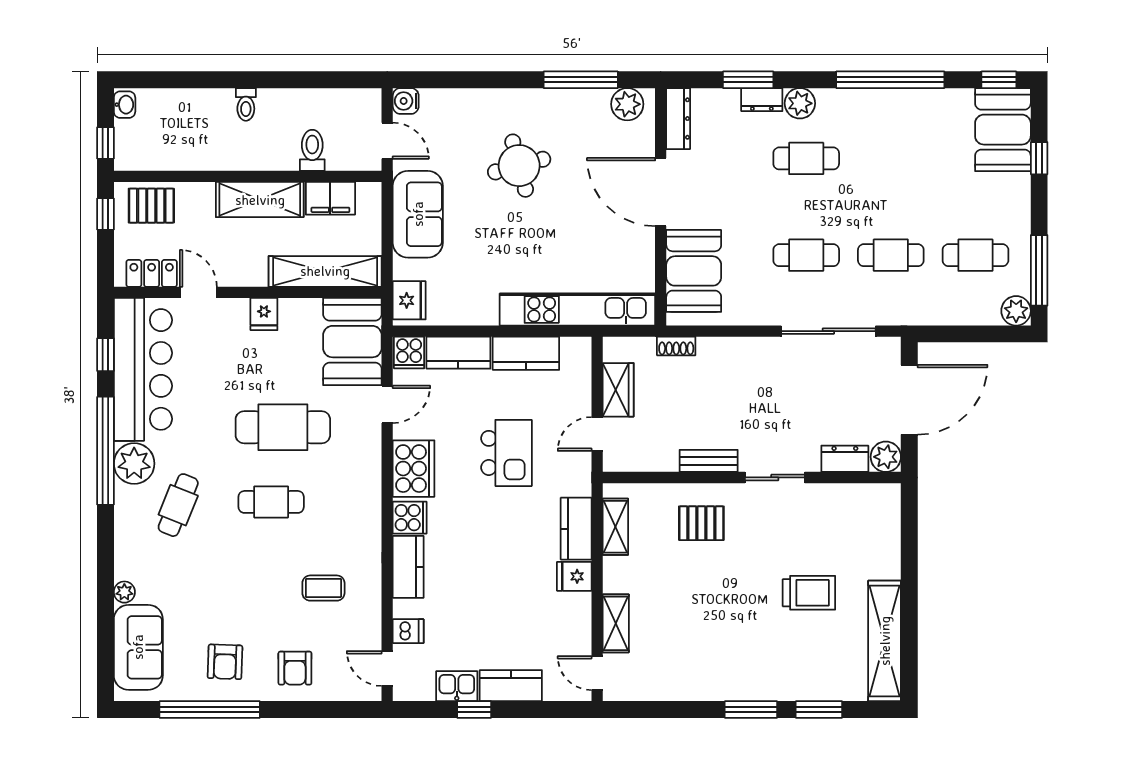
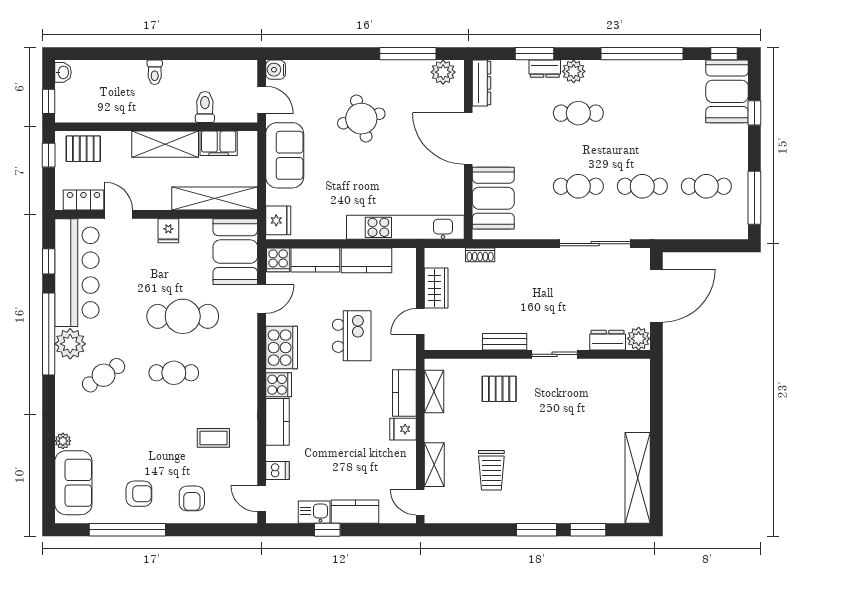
plant: (1016, 311) -> (737, 228), removed
cafe table: (178, 505) -> (104, 375), turned 34
trolley: (809, 593) -> (491, 470), moved, turned 90
armchair: (225, 662) -> (139, 494), turned -92

